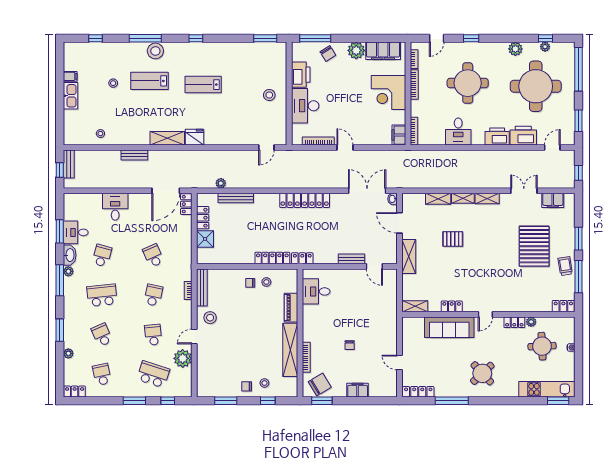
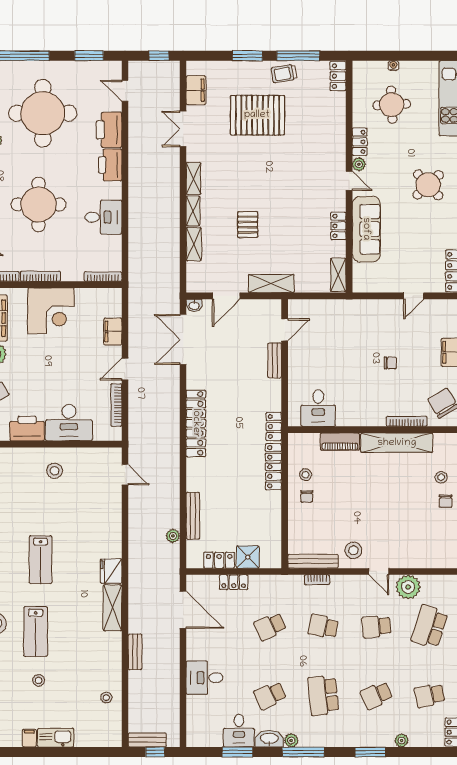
filing cabinet: (399, 135) -> (113, 332), moved, turned 90
locker: (186, 204) -> (234, 582), moved
school desk: (102, 256) -> (270, 695), turned -39
plant: (531, 322) -> (359, 164), moved

